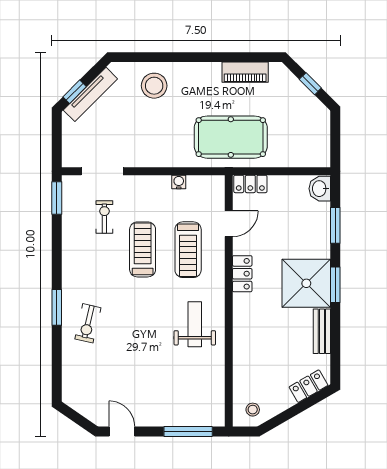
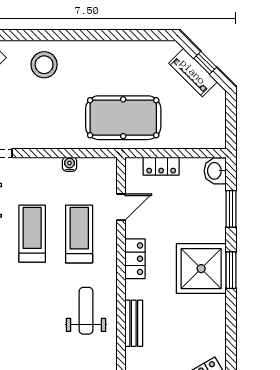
piano: (245, 72) -> (193, 72), moved, turned 45
locker: (250, 184) -> (161, 166), moved
treadmill: (188, 250) -> (79, 234), turned 180
bench: (322, 331) -> (134, 323), moved

